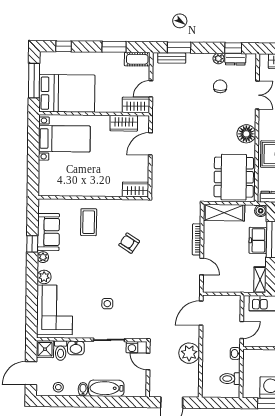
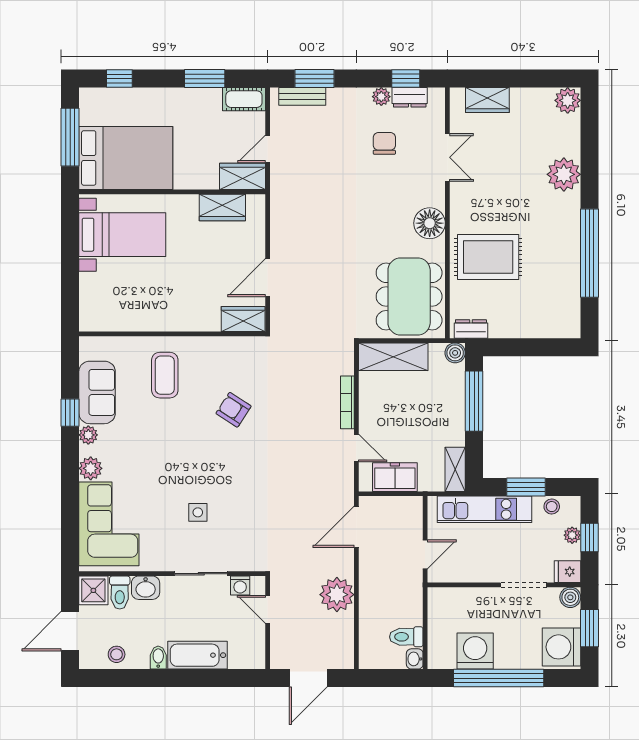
door: (150, 144) -> (268, 278), moved
freezer: (258, 240) -> (395, 477), moved, turned 90
washbasin: (235, 353) -> (415, 659), moved

